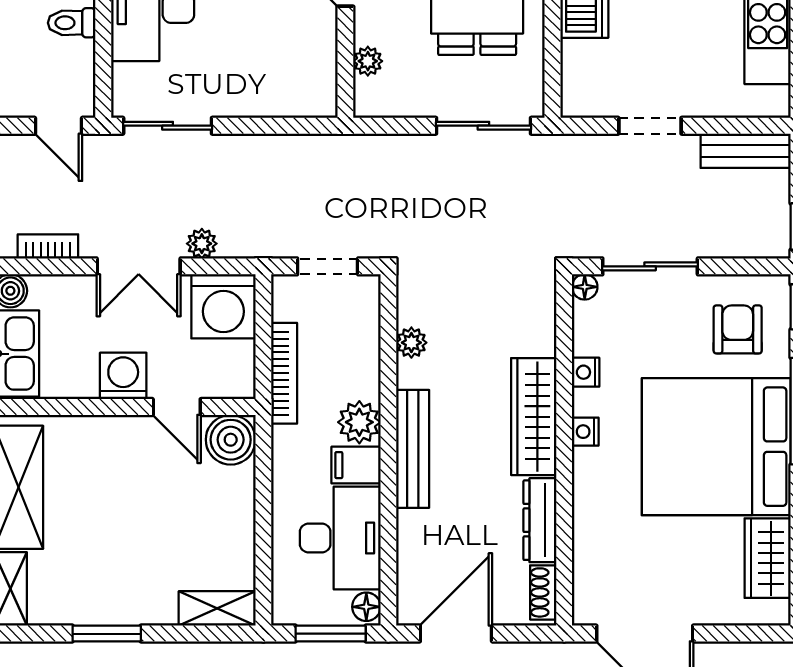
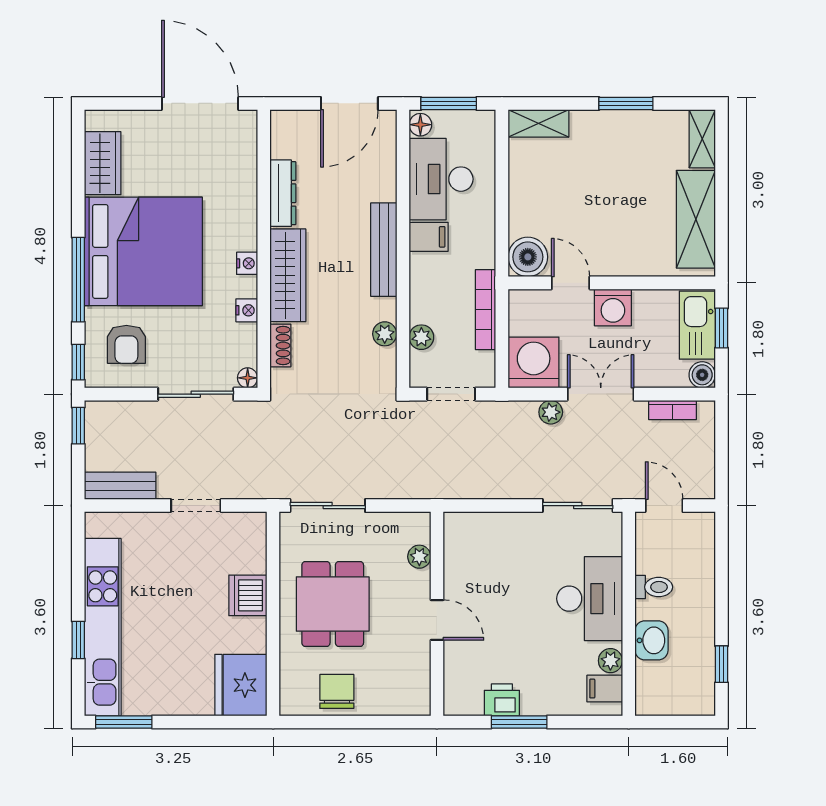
plant: (359, 422) -> (421, 337), moved, width x0.73, depth x0.73
shoe rack: (543, 592) -> (280, 346), moved

